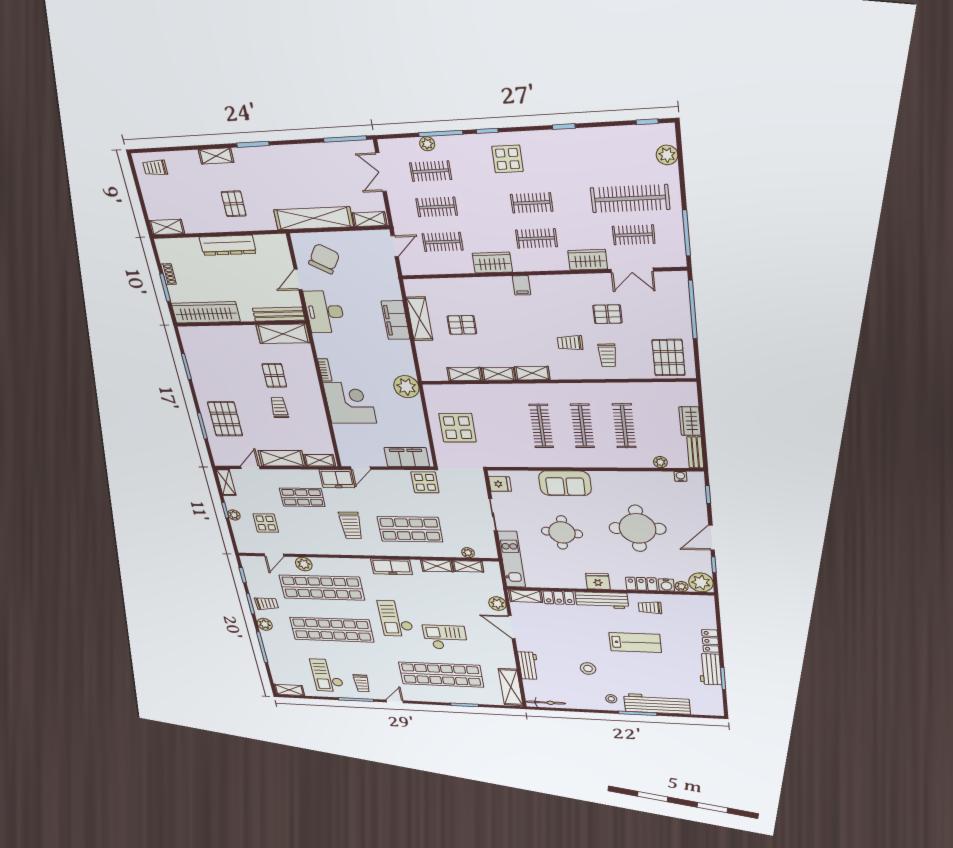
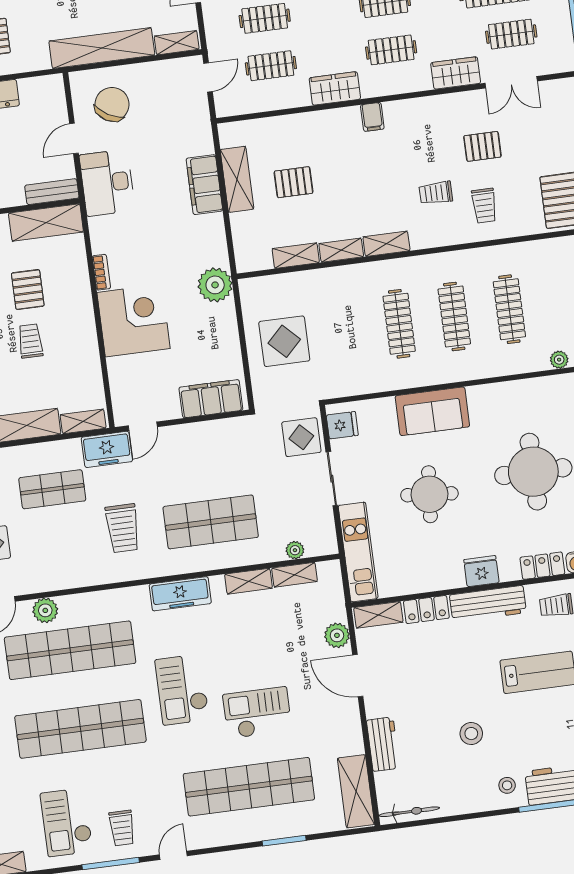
bench: (279, 314) -> (52, 192), width x0.73
display table: (425, 482) -> (301, 437), moved

